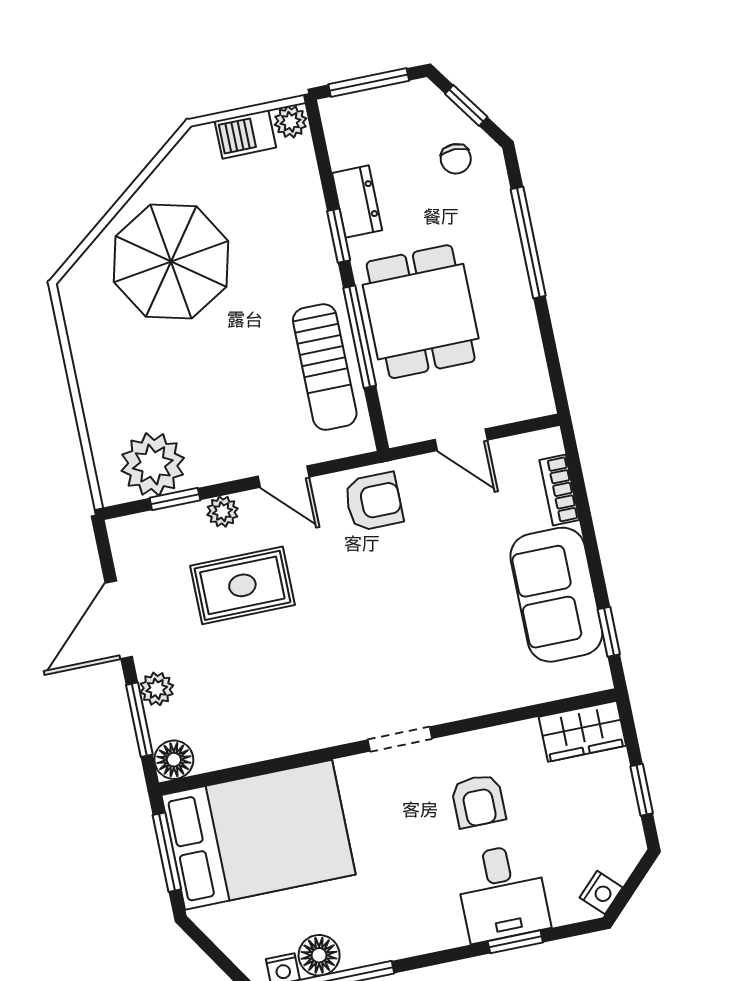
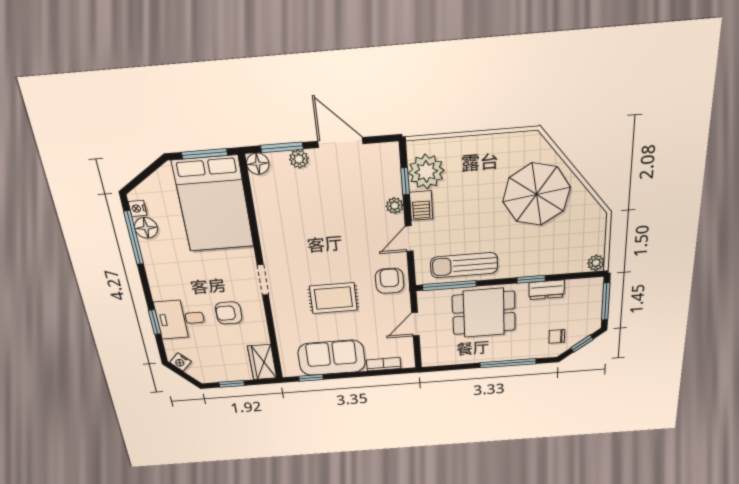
barbecue: (245, 134) -> (421, 206), moved, turned 180
window: (360, 337) -> (449, 286), moved
armchair: (374, 502) -> (390, 281), turned 180
rug: (242, 585) -> (333, 298), moved, turned 90

